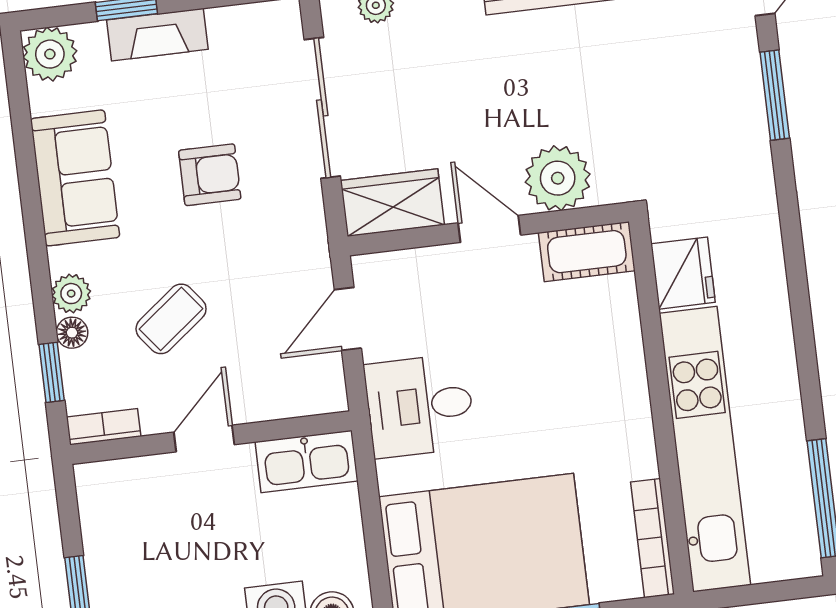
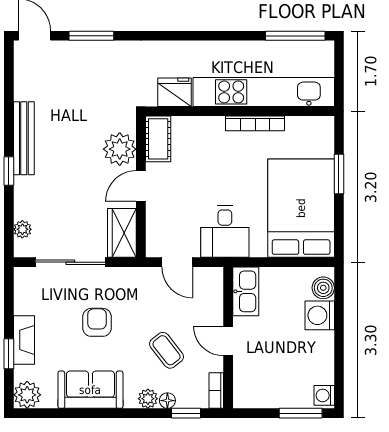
bookcase: (652, 538) -> (255, 123), moved

